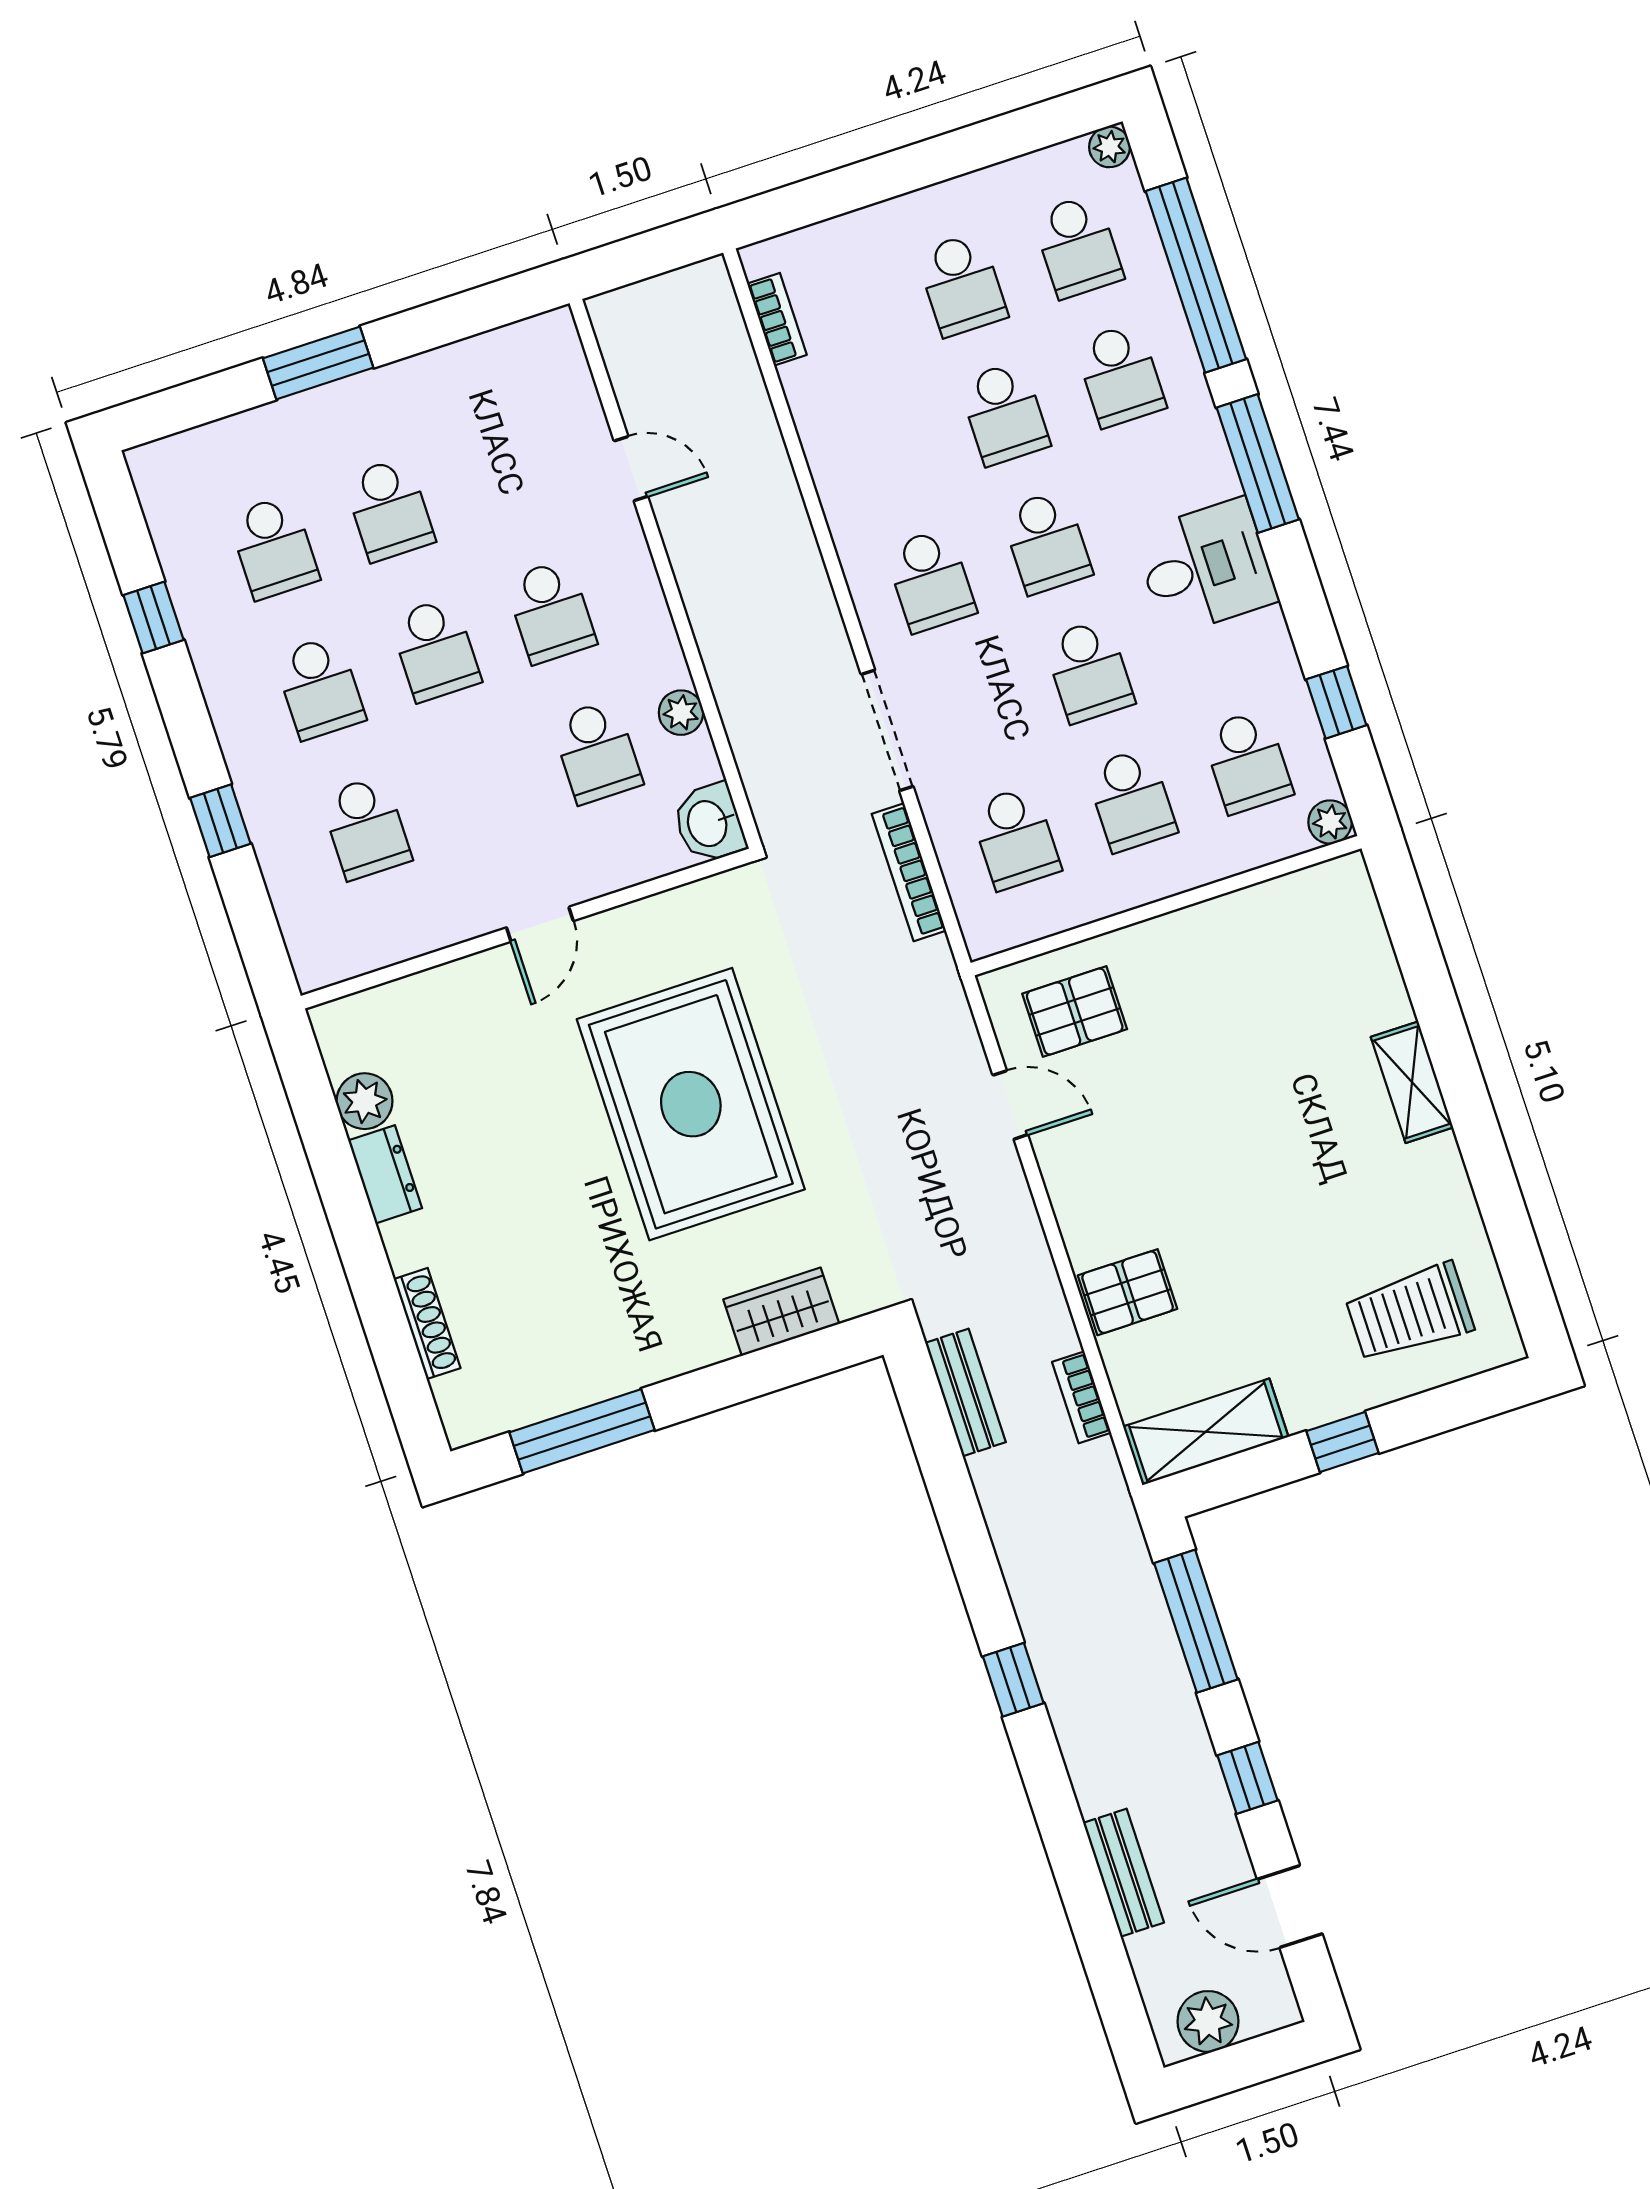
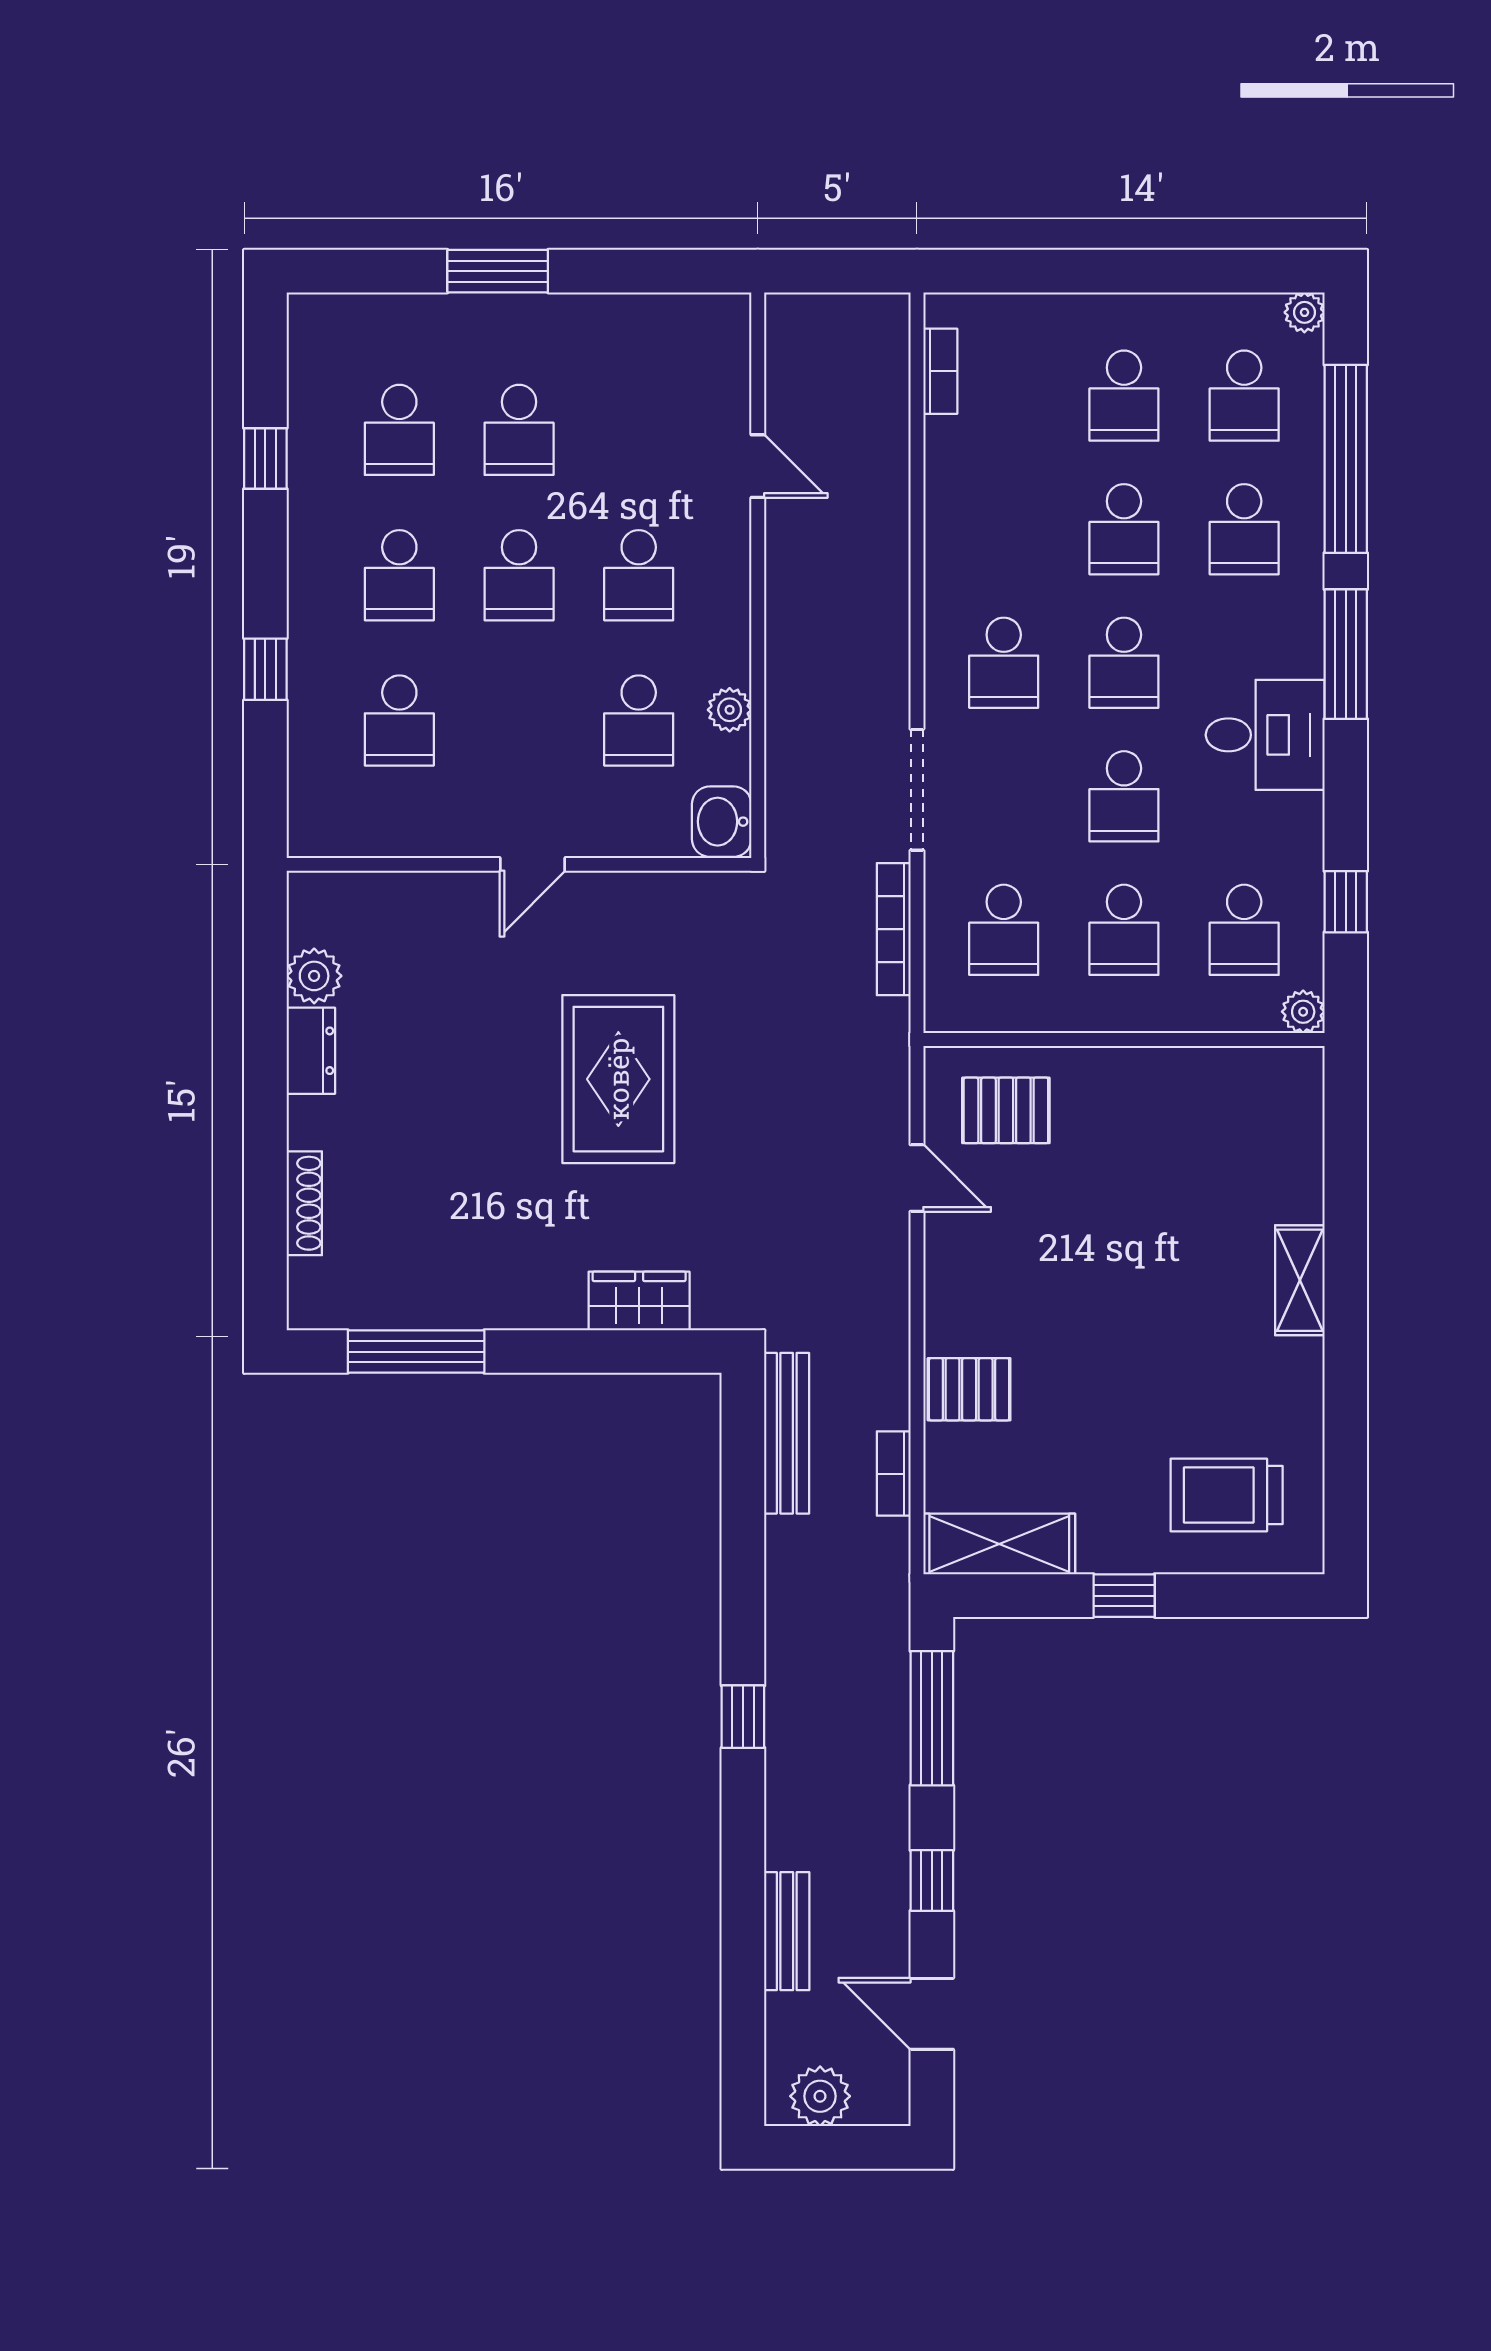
rug: (691, 1104) -> (618, 1079), width x0.73, depth x0.69
bench: (966, 1392) -> (787, 1433), width x1.36

